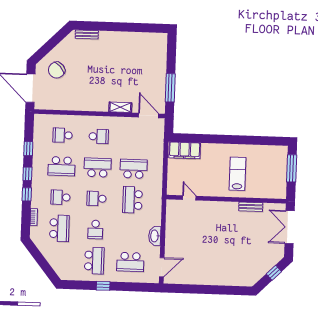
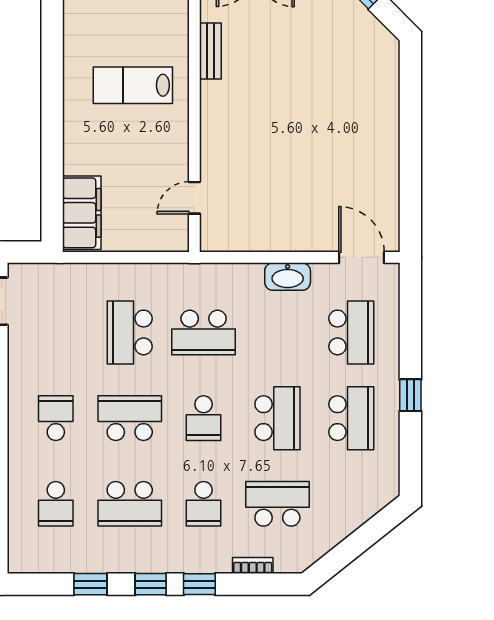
school desk: (62, 166) -> (130, 504), turned 90
school desk: (98, 167) -> (130, 418), turned 90
school desk: (95, 230) -> (277, 418), width x1.85
school desk: (94, 261) -> (351, 418), turned 90

